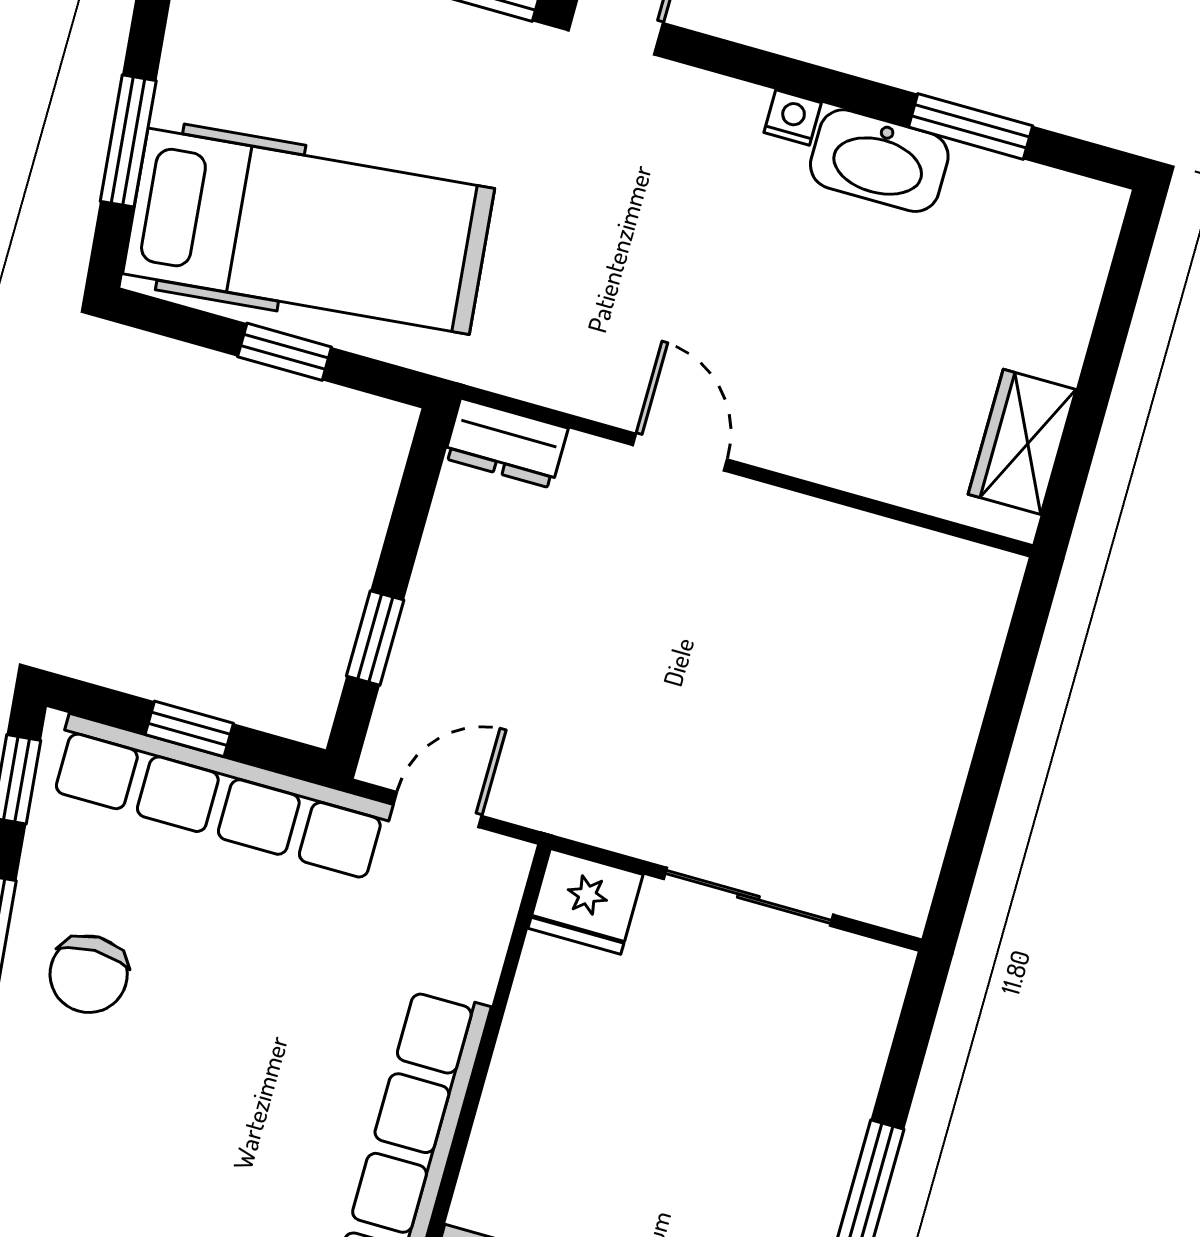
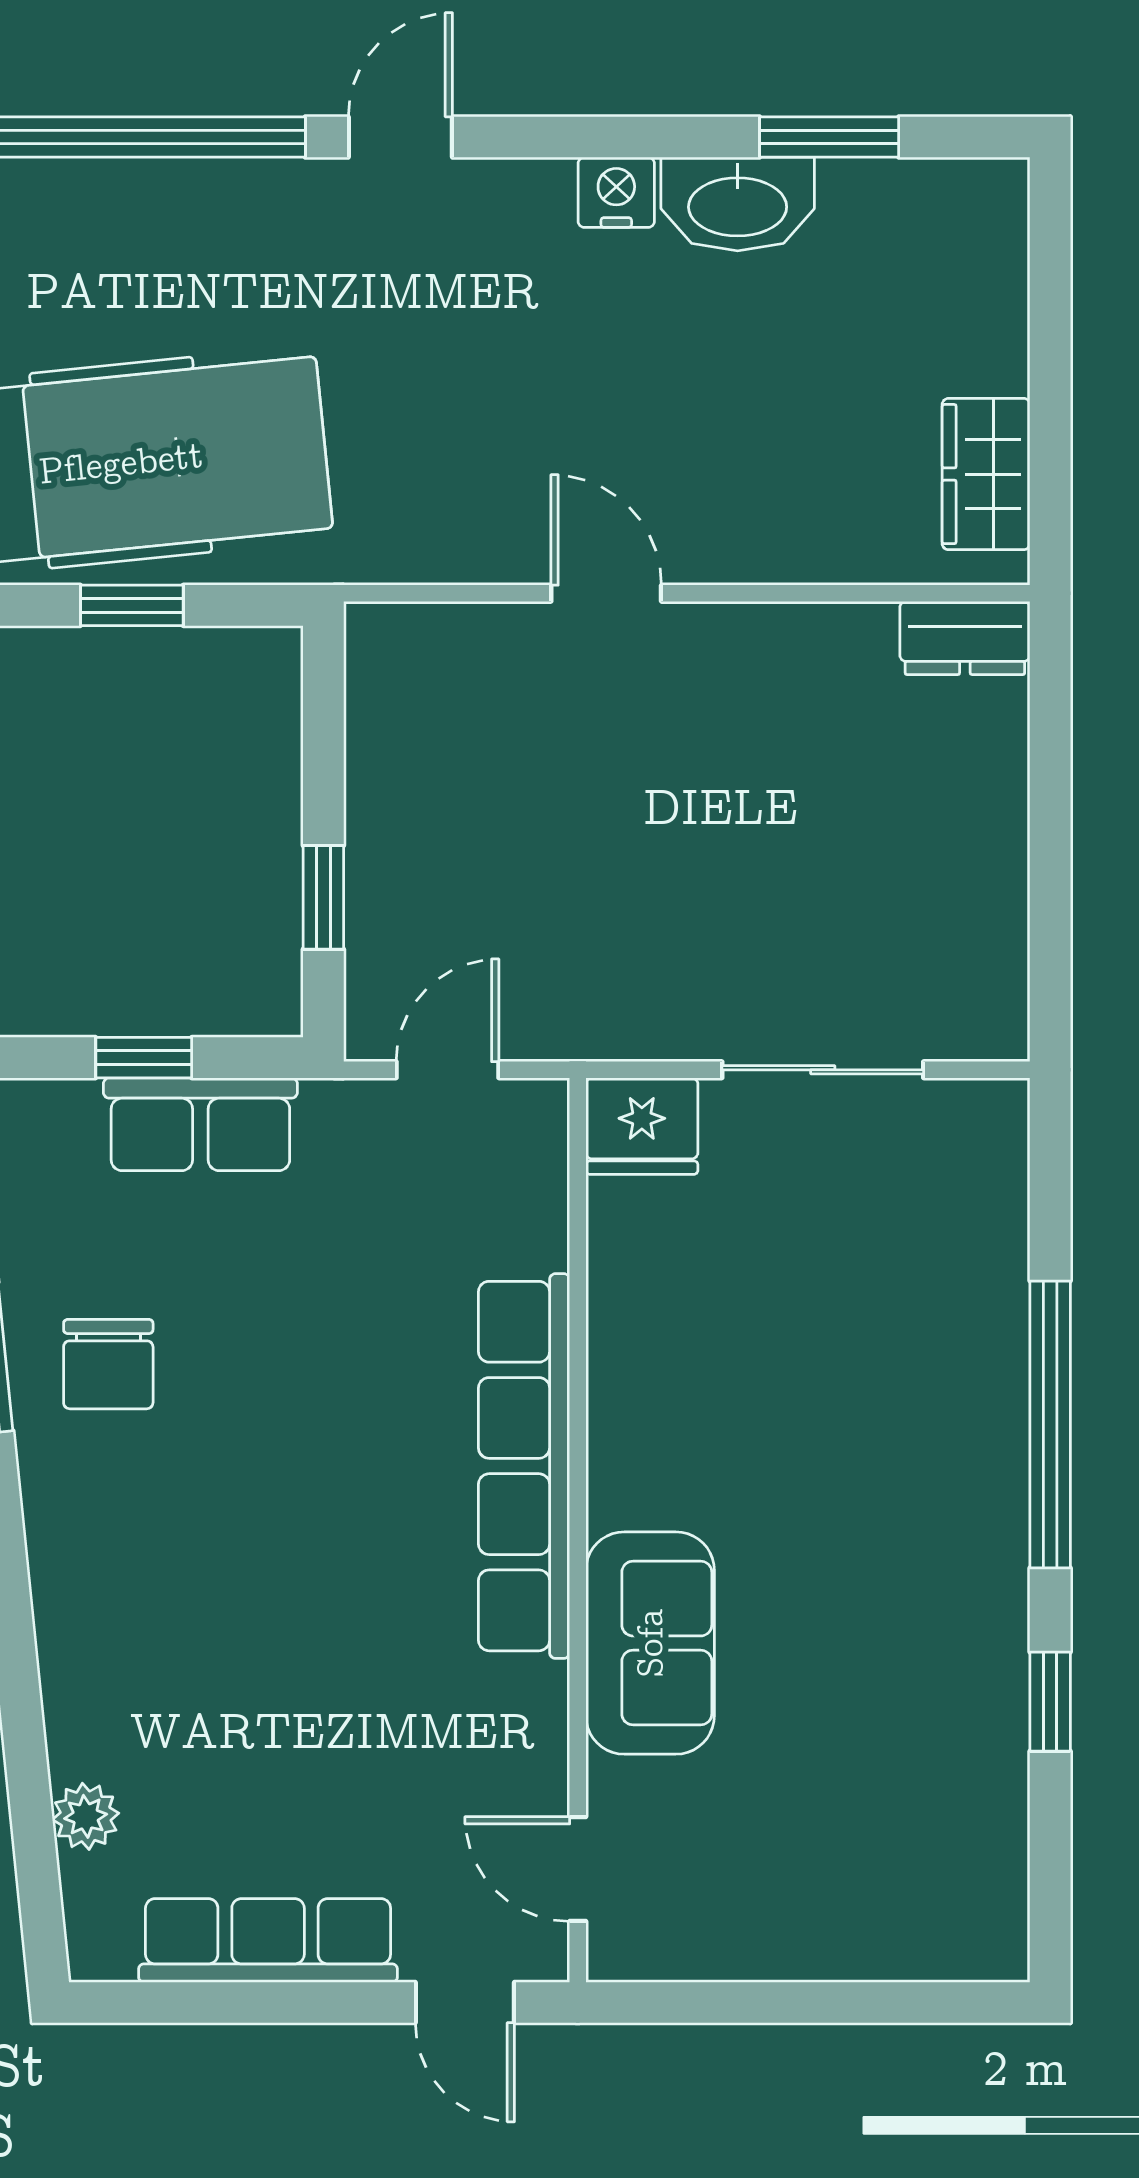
nightstand: (793, 118) -> (616, 192), width x1.39, depth x1.35
dresser: (506, 443) -> (965, 638), moved
row of seats: (221, 797) -> (200, 1124), width x0.50

